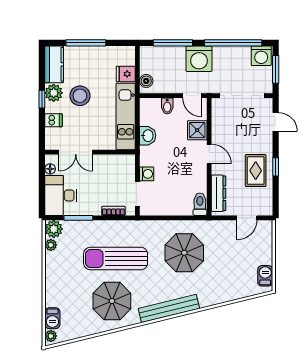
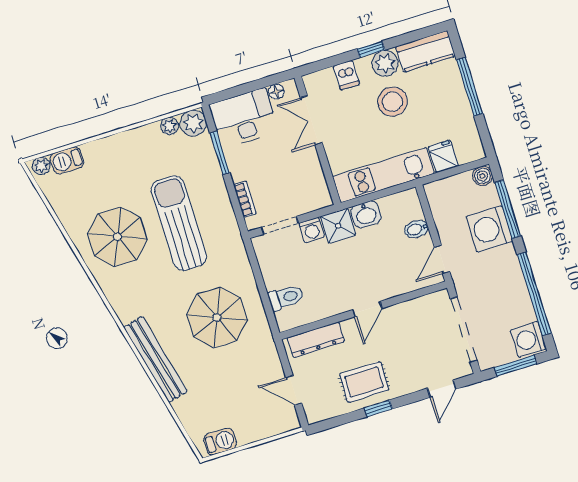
washing machine: (199, 59) -> (489, 229), moved
boiler: (146, 81) -> (483, 176), moved
shower: (197, 130) -> (338, 226), moved
toilet: (200, 204) -> (286, 297), moved
bench: (169, 308) -> (155, 359), moved

